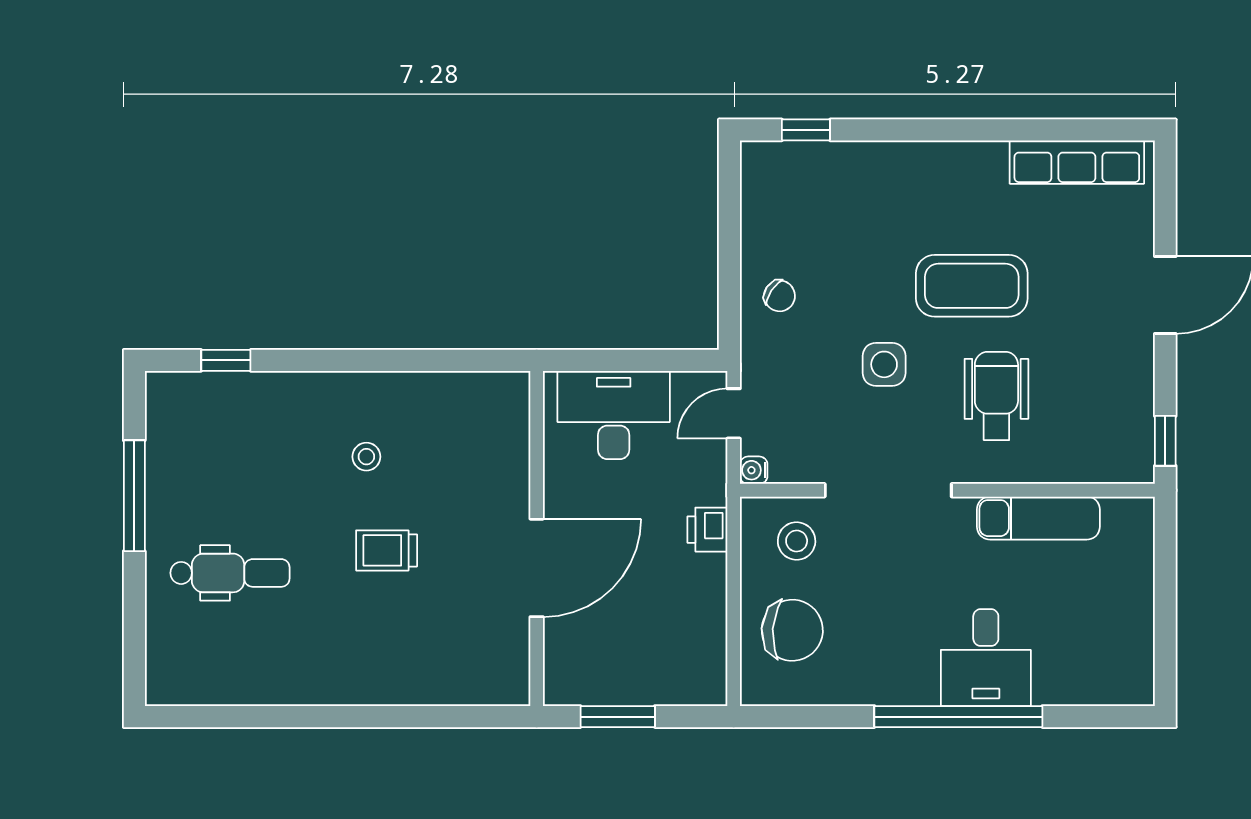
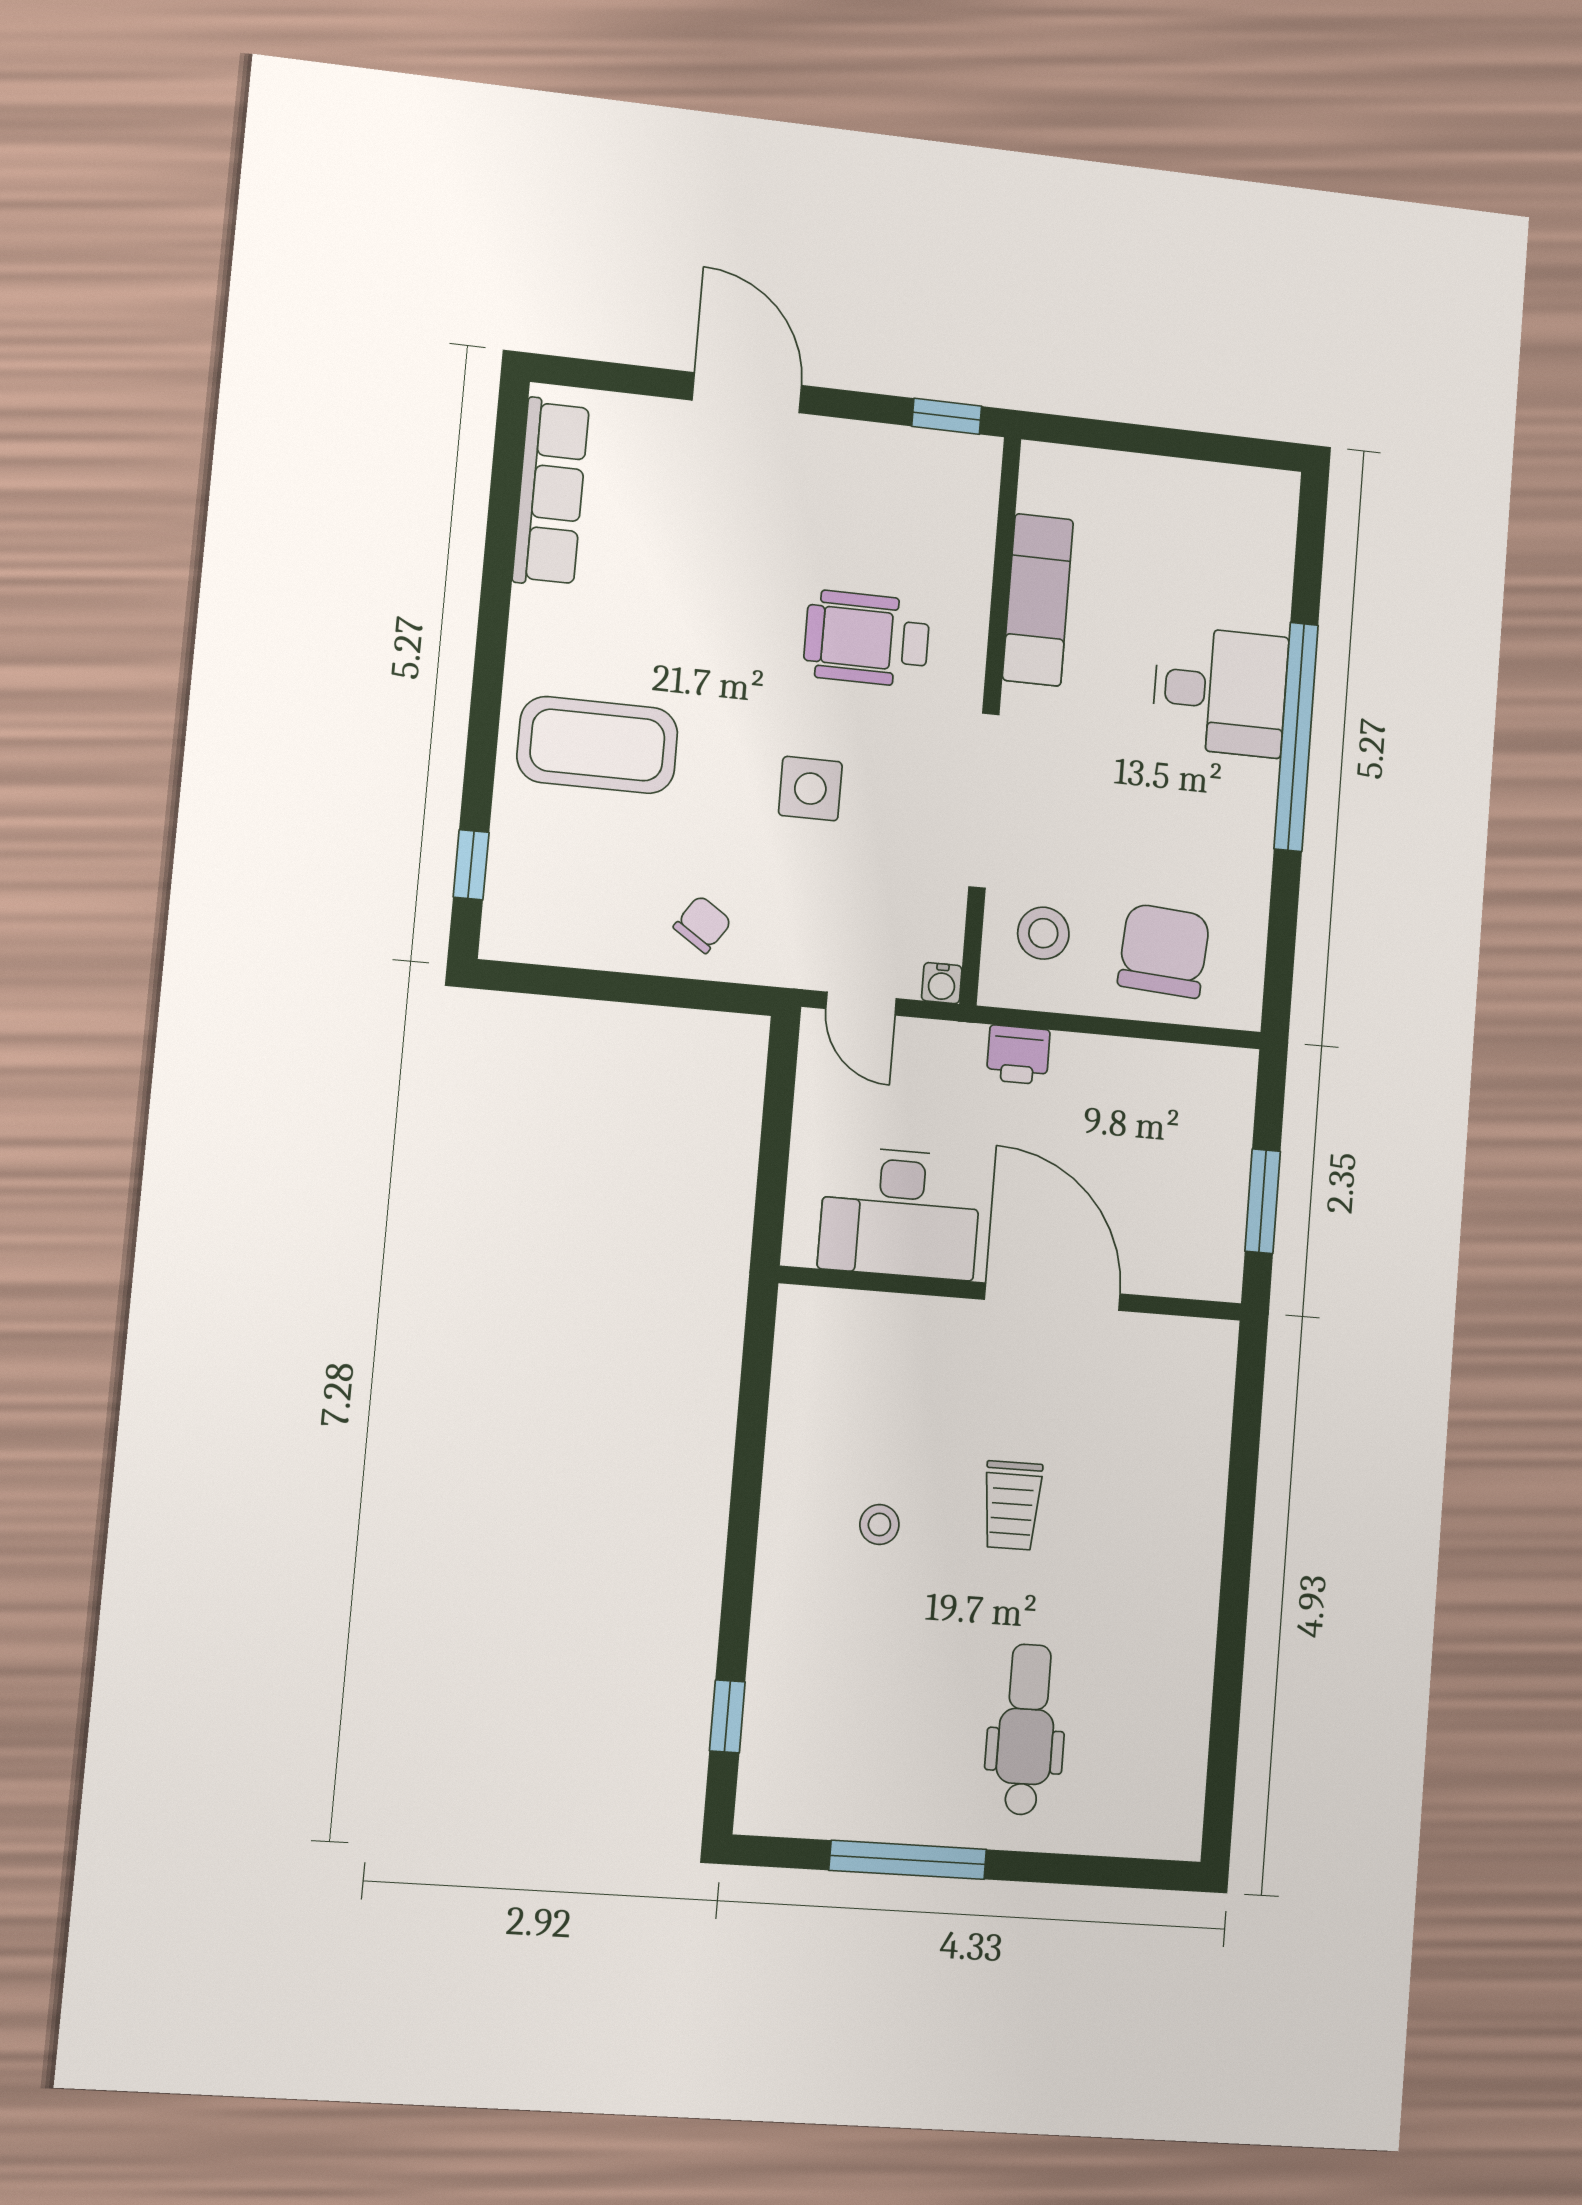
coffee table: (972, 286) -> (597, 745), moved, turned 90
desk: (614, 415) -> (900, 1213), moved, turned -90

